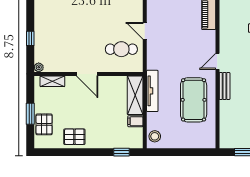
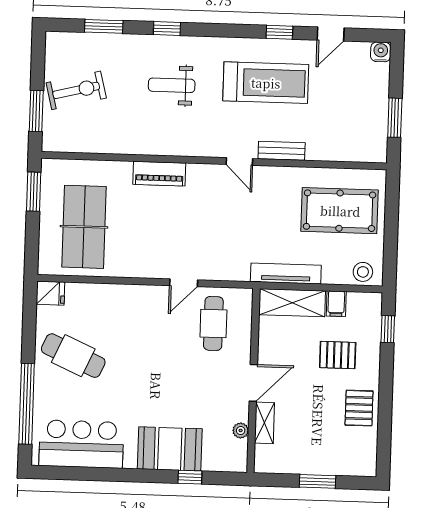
booth: (47, 26) -> (170, 449), added
plant: (39, 67) -> (241, 431), moved
shelving: (52, 81) -> (264, 423), moved
pool table: (194, 100) -> (340, 211), moved
pallet: (44, 124) -> (338, 355), moved

